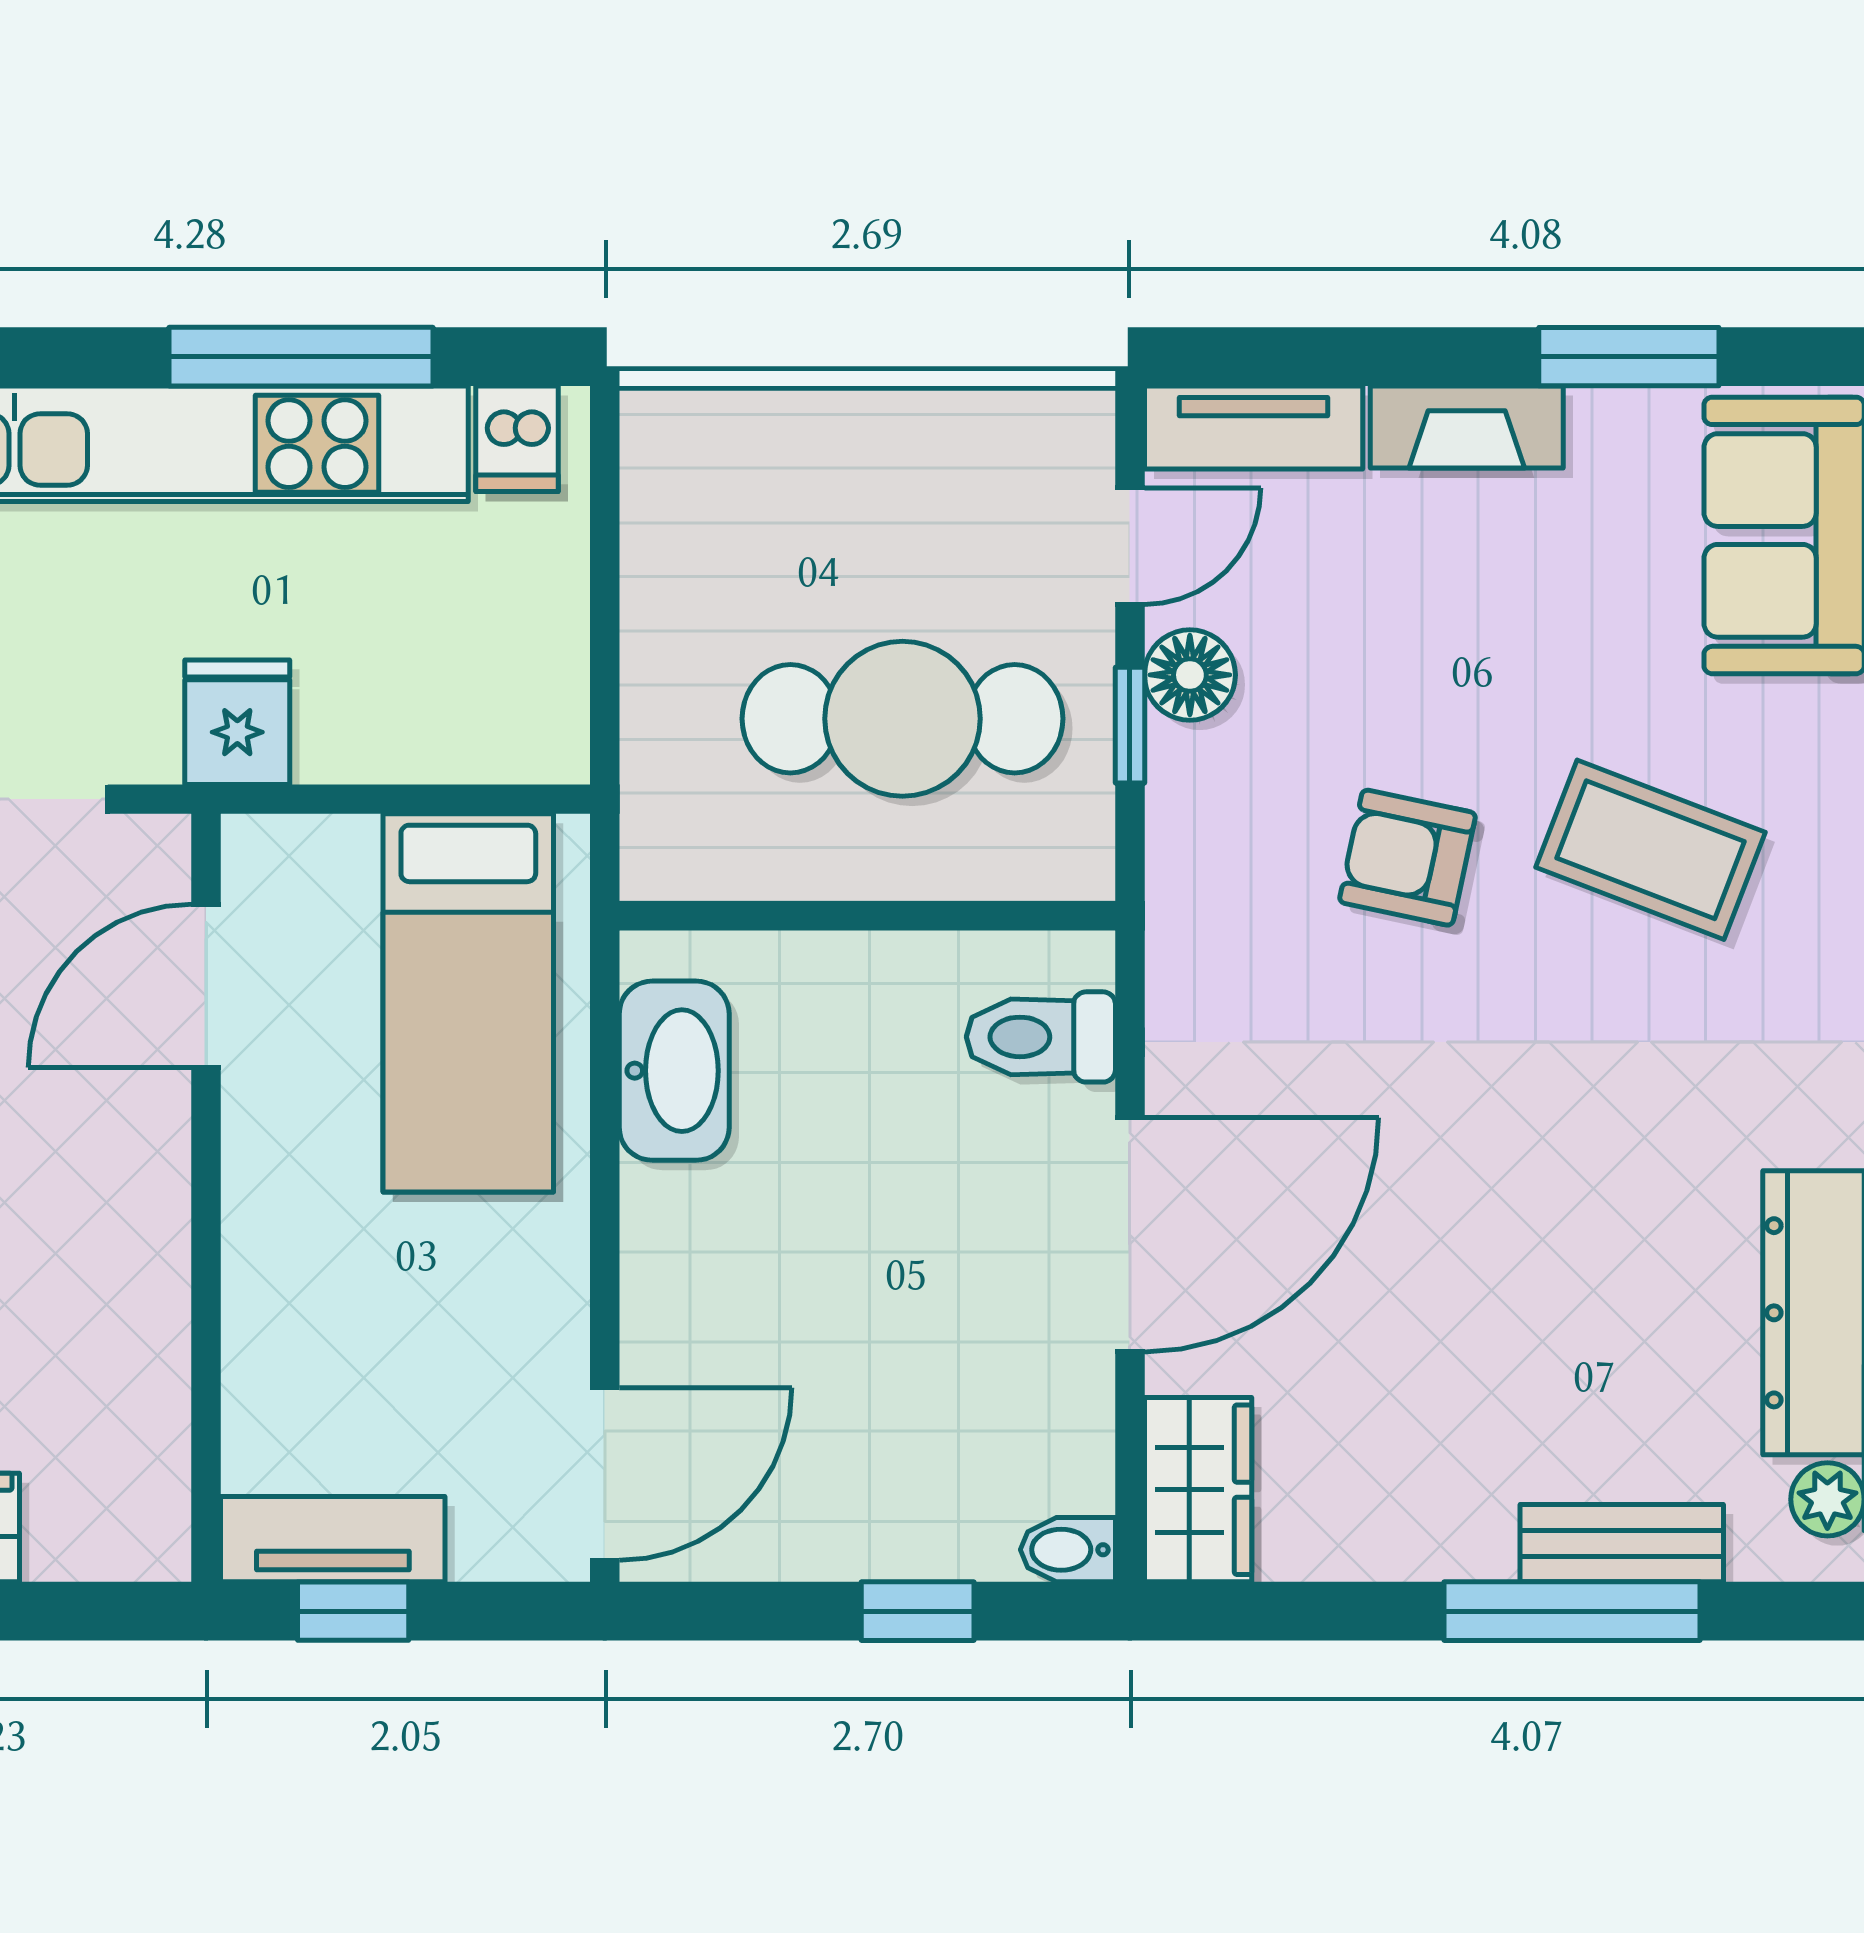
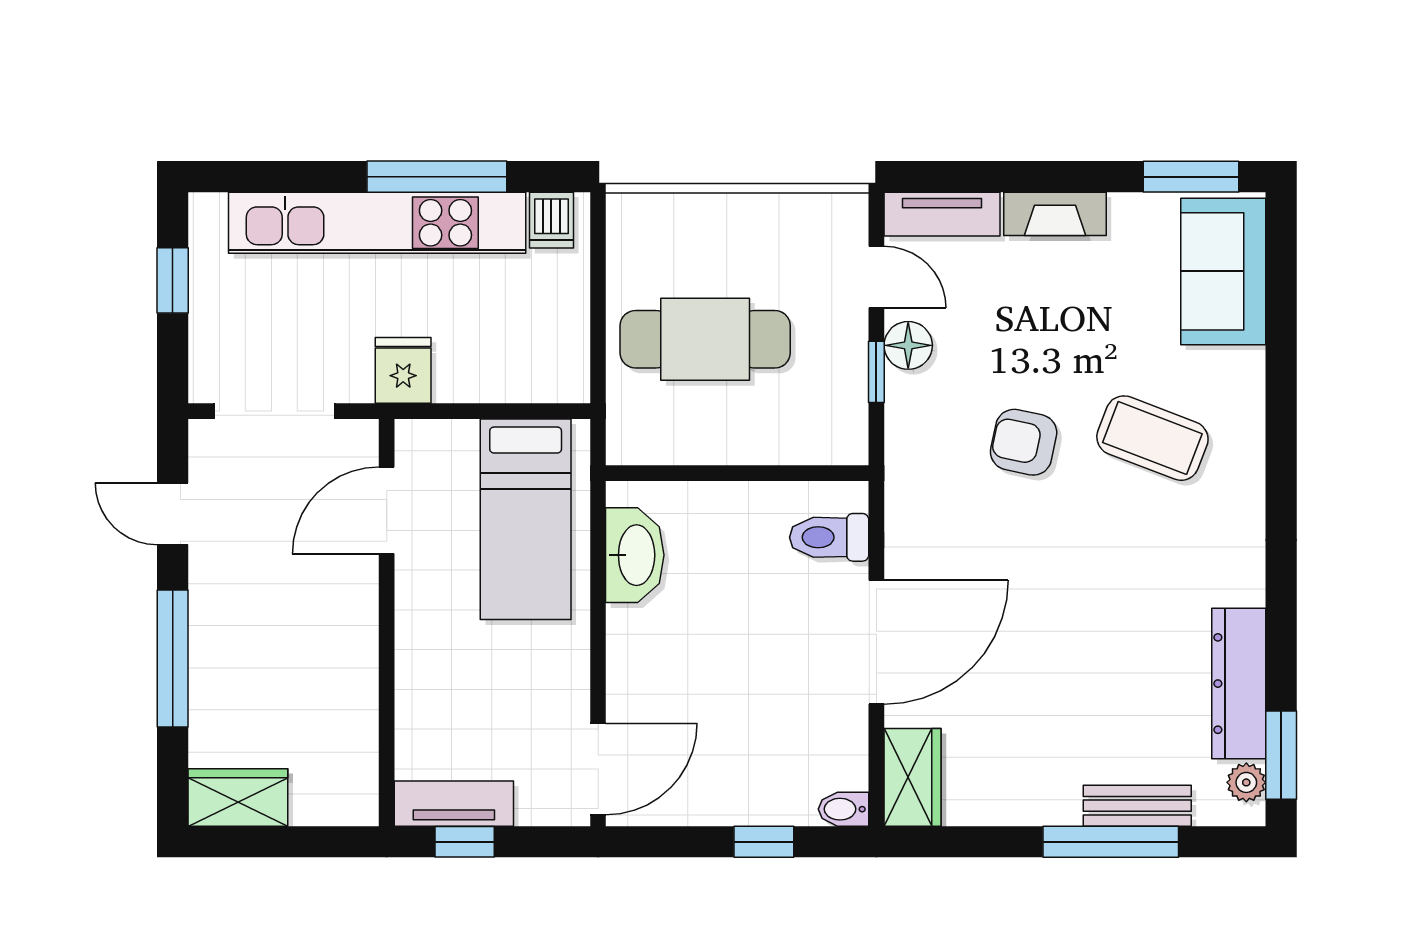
window: (1629, 357) -> (1191, 177), moved
door: (1130, 546) -> (876, 277), hinge flipped
cafe table: (902, 719) -> (705, 339), moved

